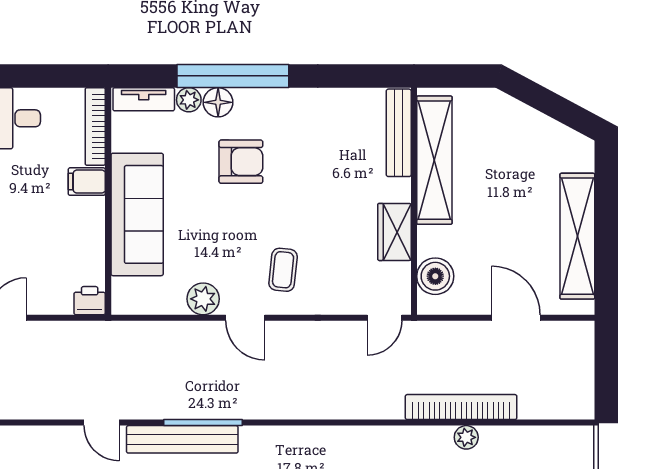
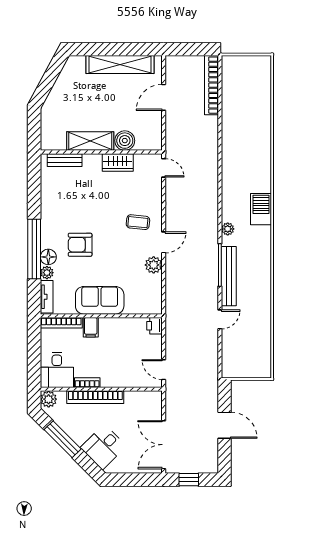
bench: (399, 133) -> (65, 160), width x0.73
shelving: (434, 160) -> (90, 141), width x0.68
armchair: (241, 162) -> (80, 245), turned -90
sofa: (137, 214) -> (100, 300), width x0.73
boiler: (435, 276) -> (125, 141), moved
bookcase: (461, 407) -> (211, 85), moved
plant: (466, 437) -> (228, 229), moved

